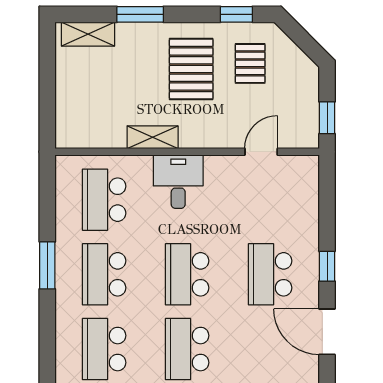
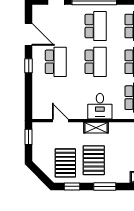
window: (140, 14) -> (105, 186), moved
pallet: (250, 63) -> (65, 163), width x1.50, depth x1.42
shelving: (153, 137) -> (96, 128), moved
door: (261, 152) -> (60, 121), swing flipped

